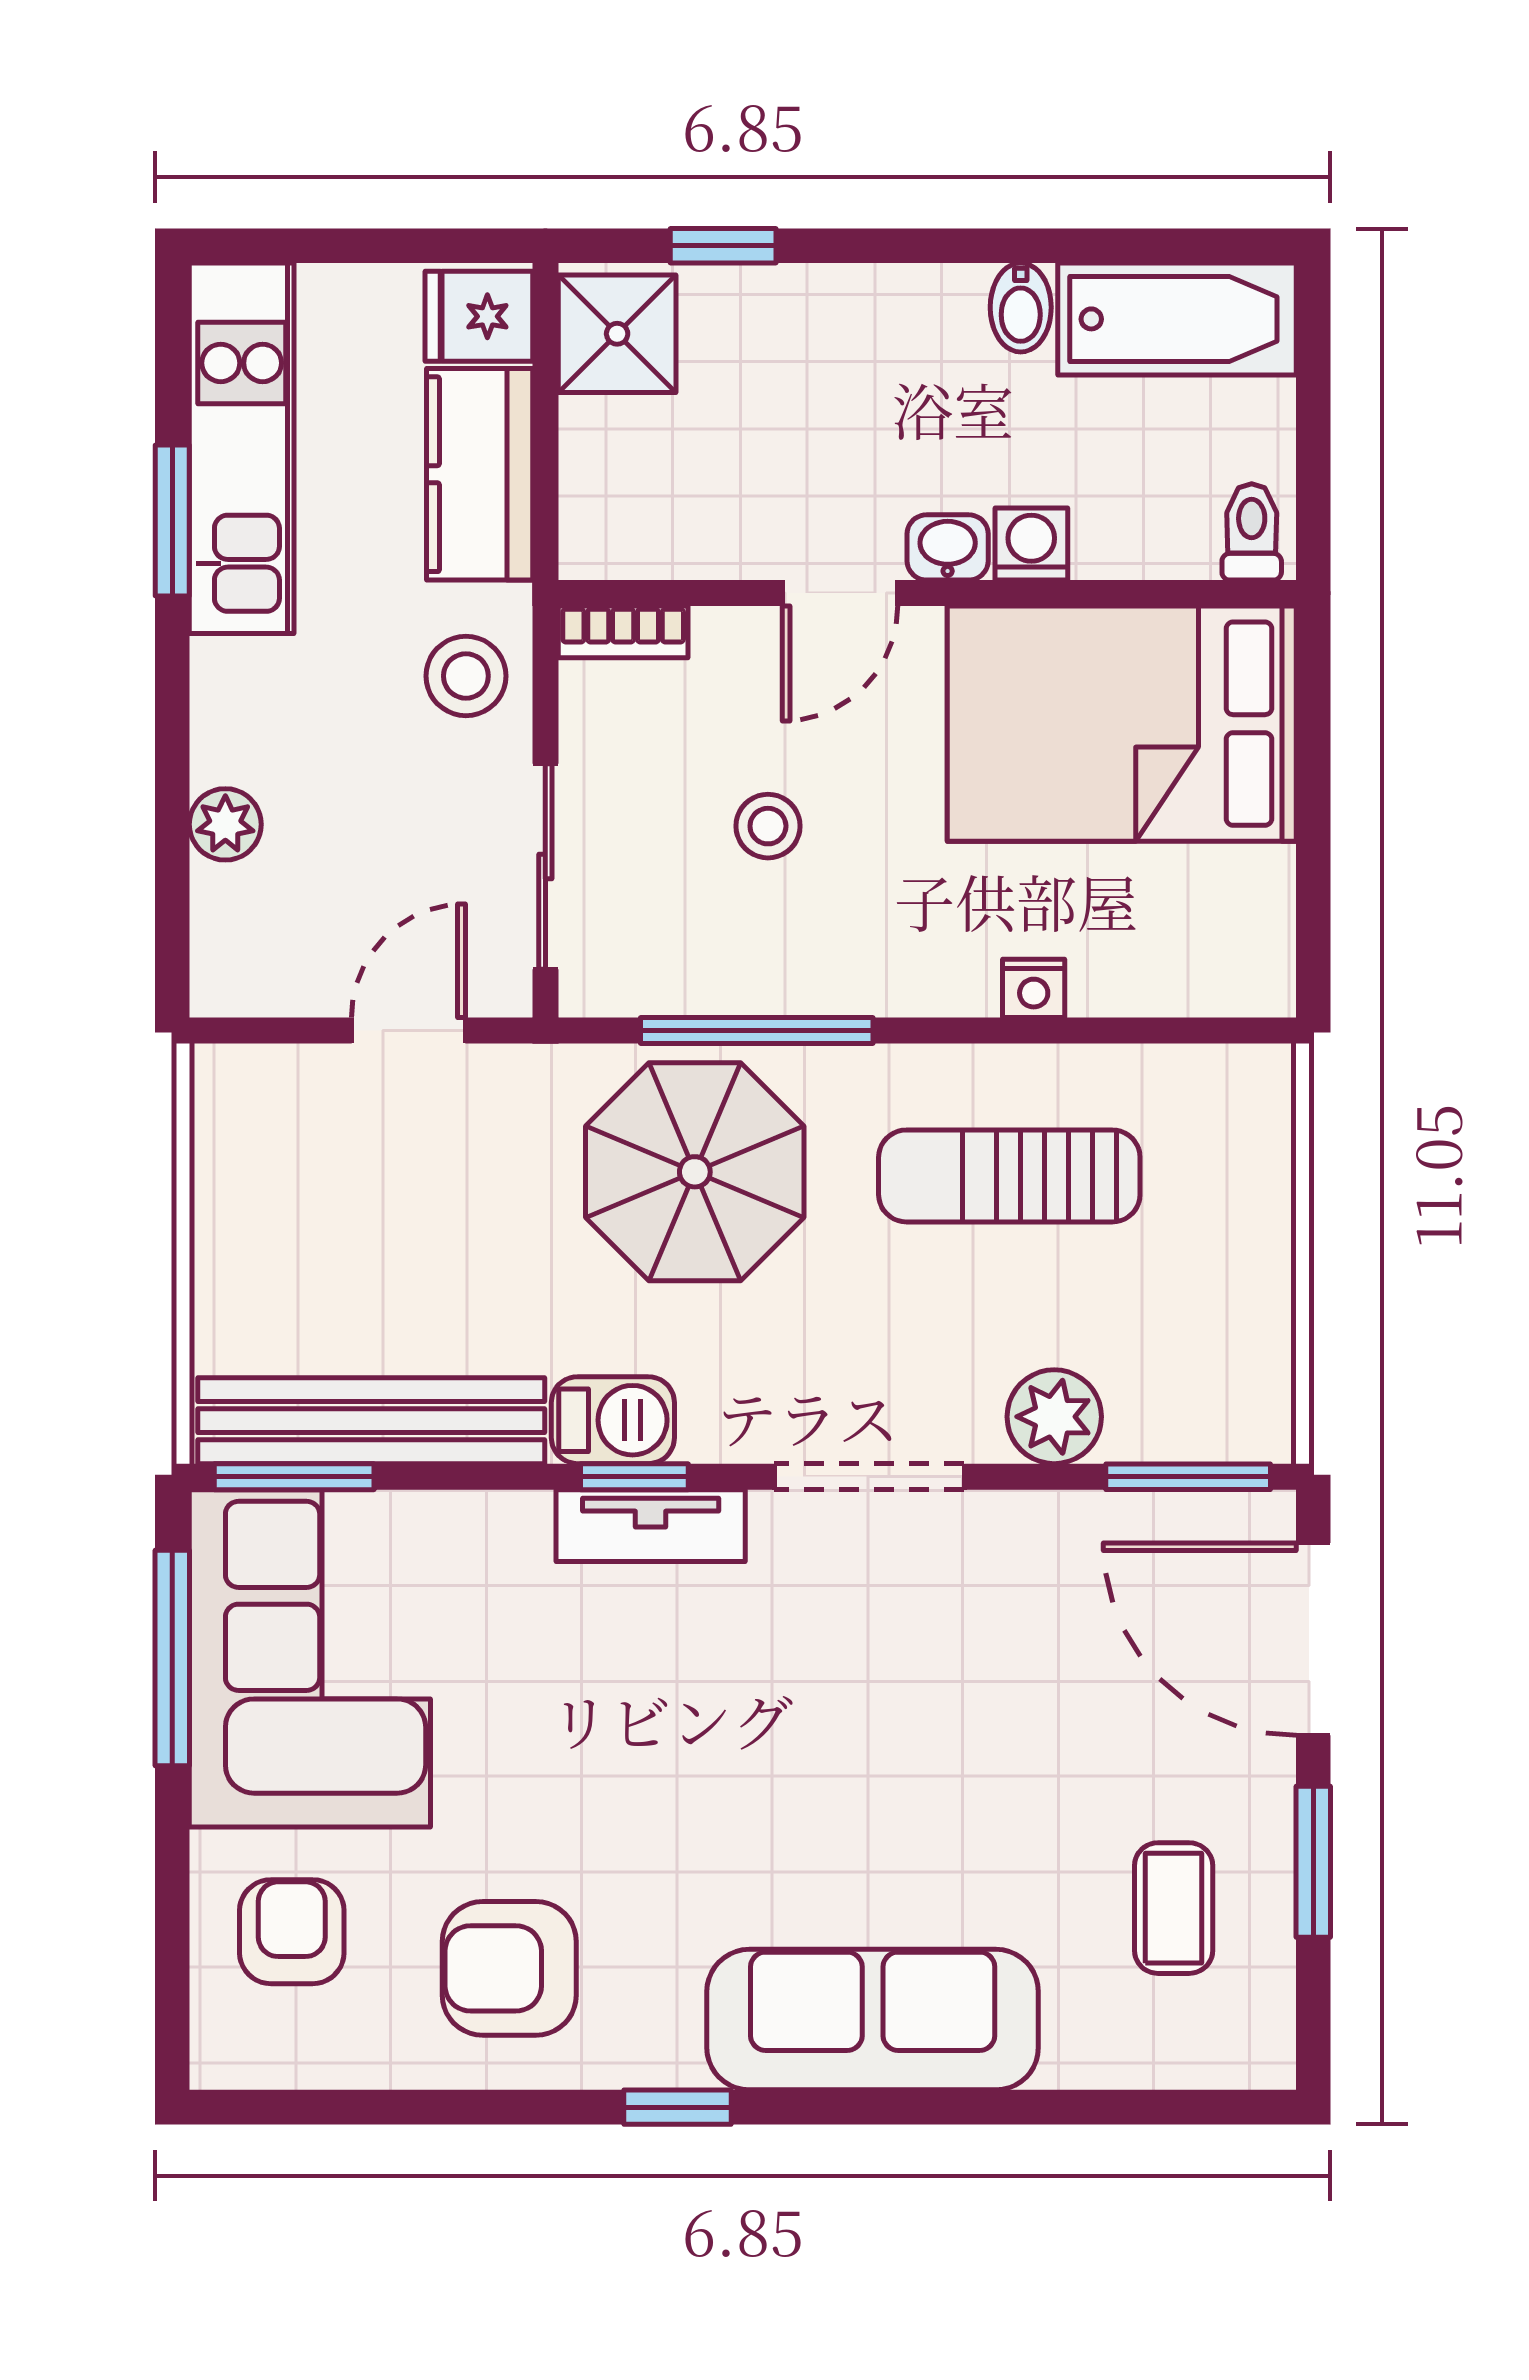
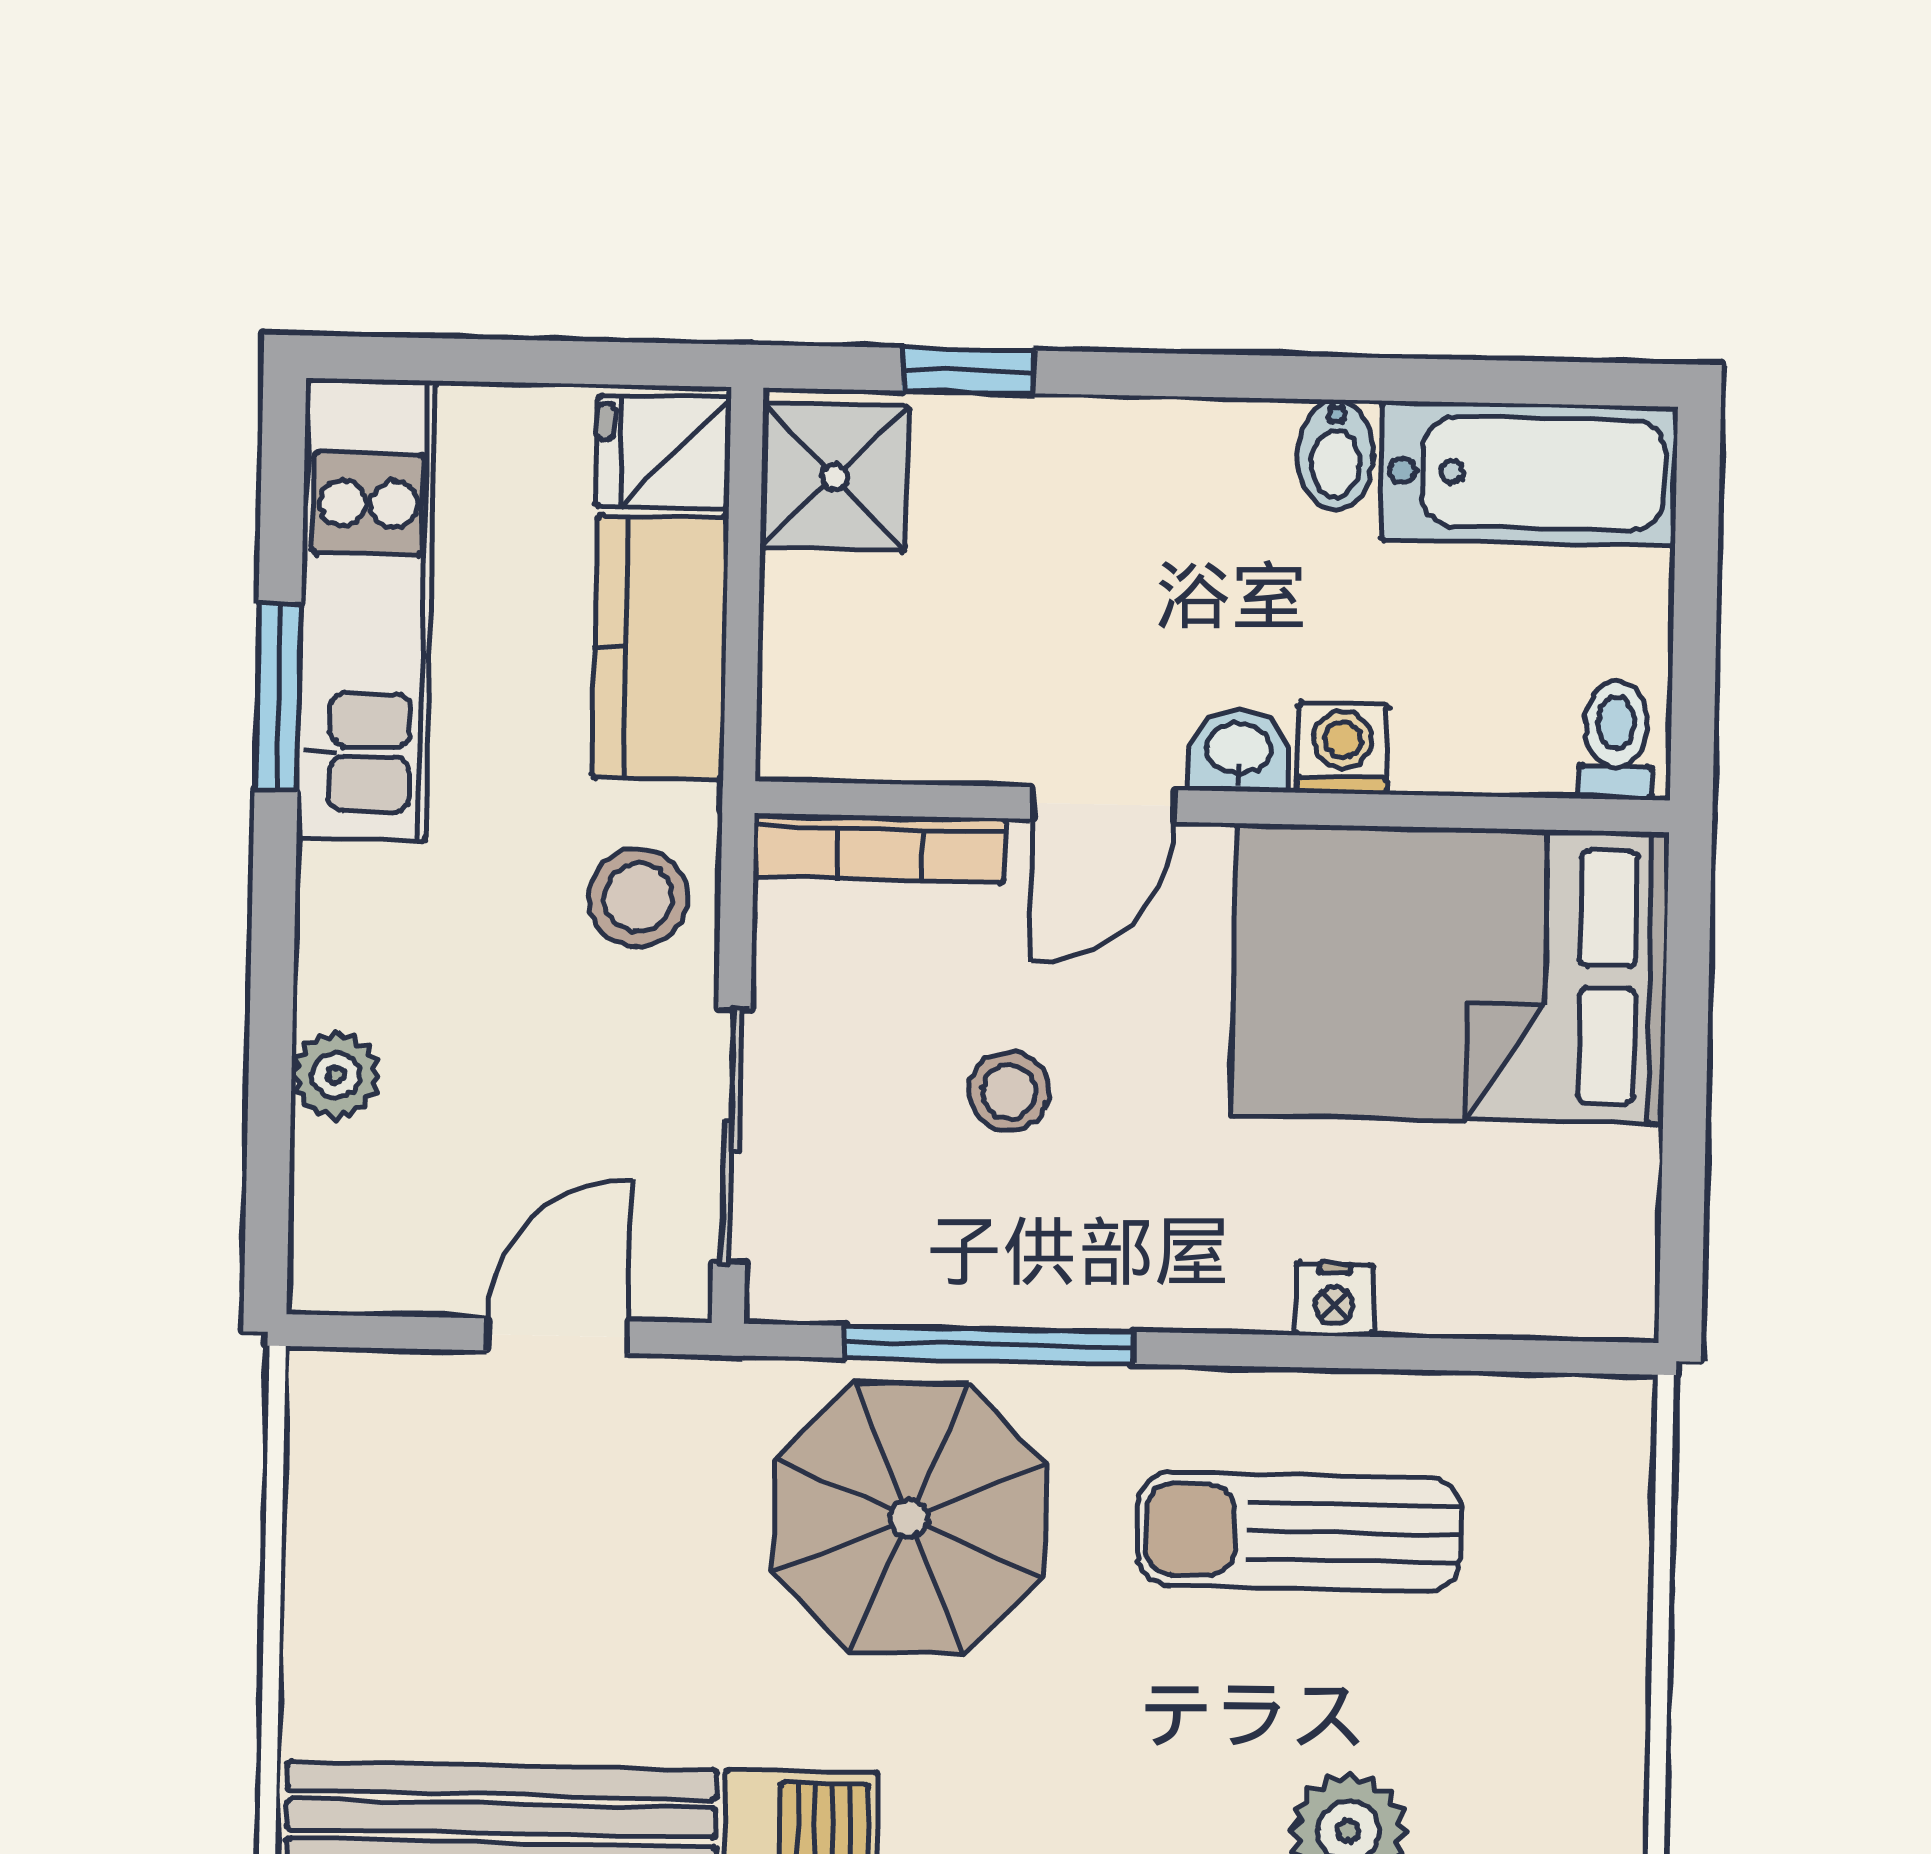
bookcase: (623, 632) -> (879, 848), width x1.56

